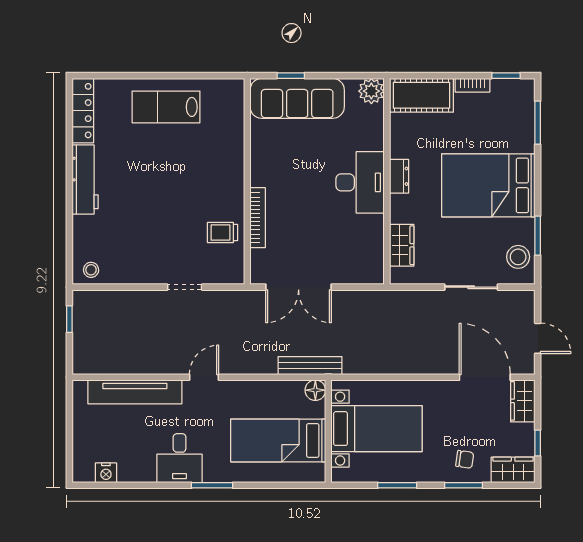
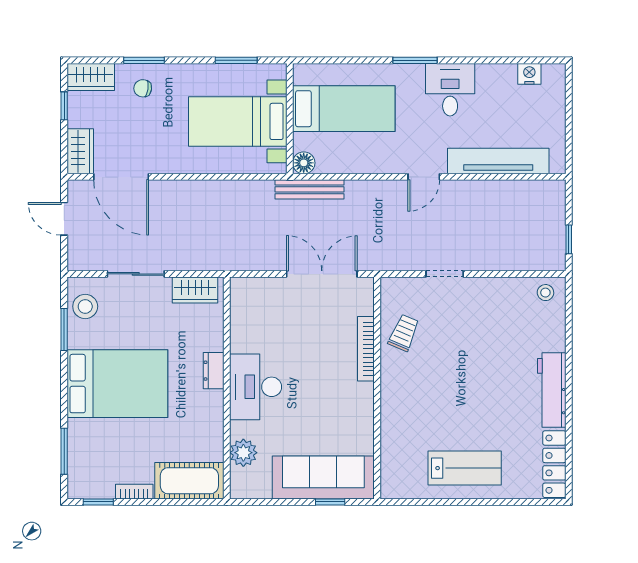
plant: (371, 91) -> (243, 453), moved
dresser: (399, 176) -> (214, 371), moved
trolley: (223, 233) -> (404, 333), turned -67
wardrobe: (402, 245) -> (195, 290), moved, turned -90
window: (397, 485) -> (236, 60), moved

